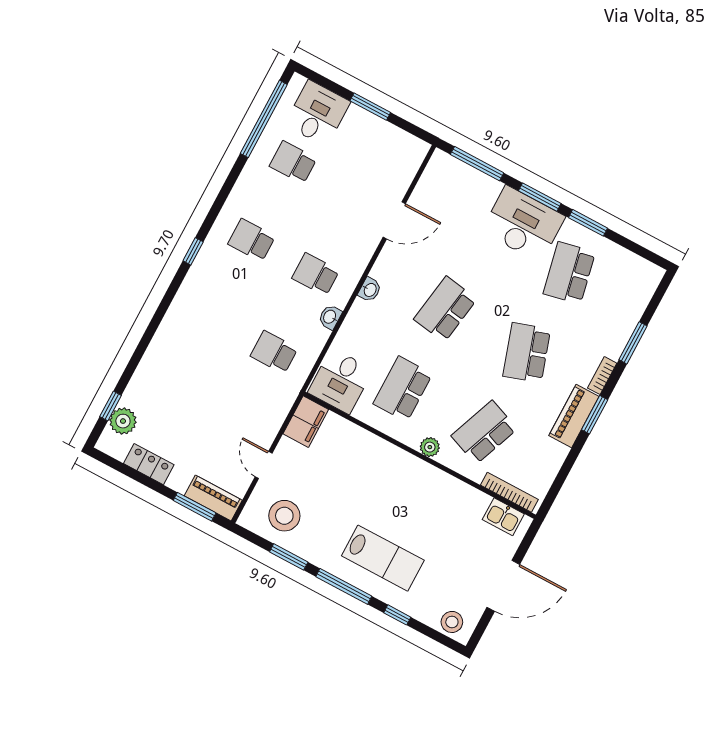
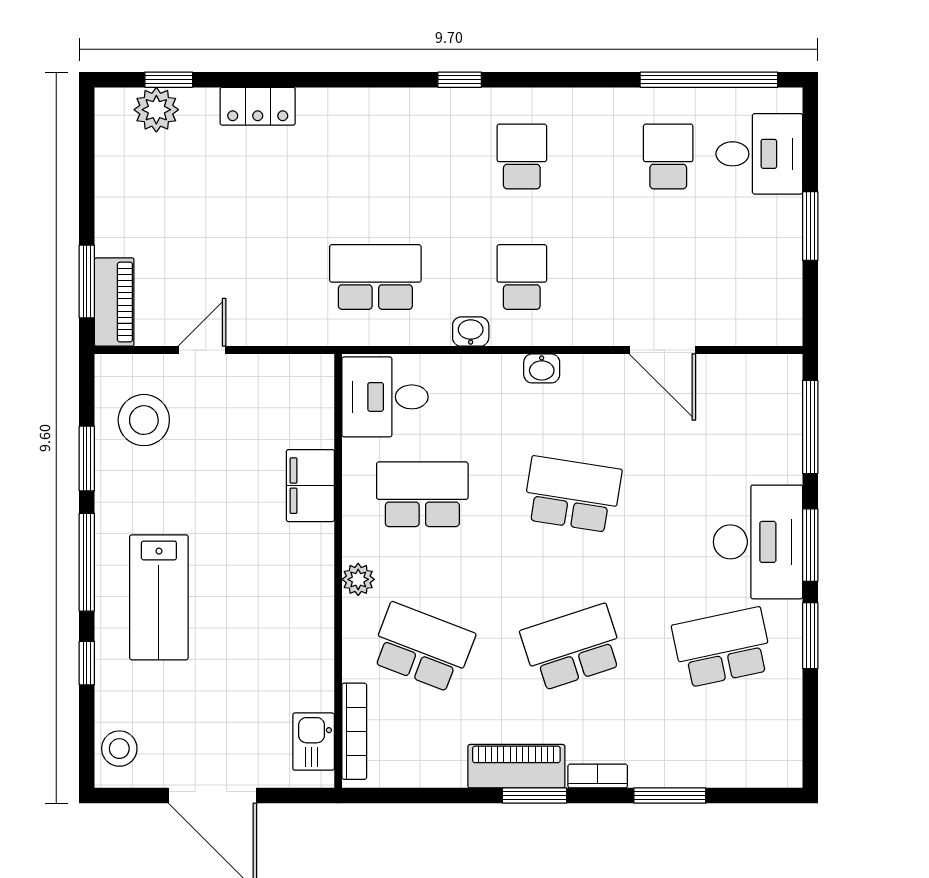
school desk: (274, 352) -> (375, 277), width x1.85
filing cabinet: (306, 422) -> (310, 486), moved, turned 90
locker: (149, 464) -> (258, 106), moved, turned 90

